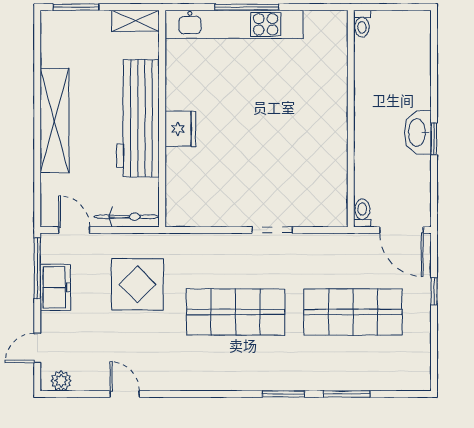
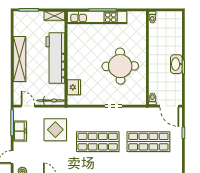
fridge: (180, 129) -> (74, 87), moved
round table: (288, 137) -> (120, 66), added

